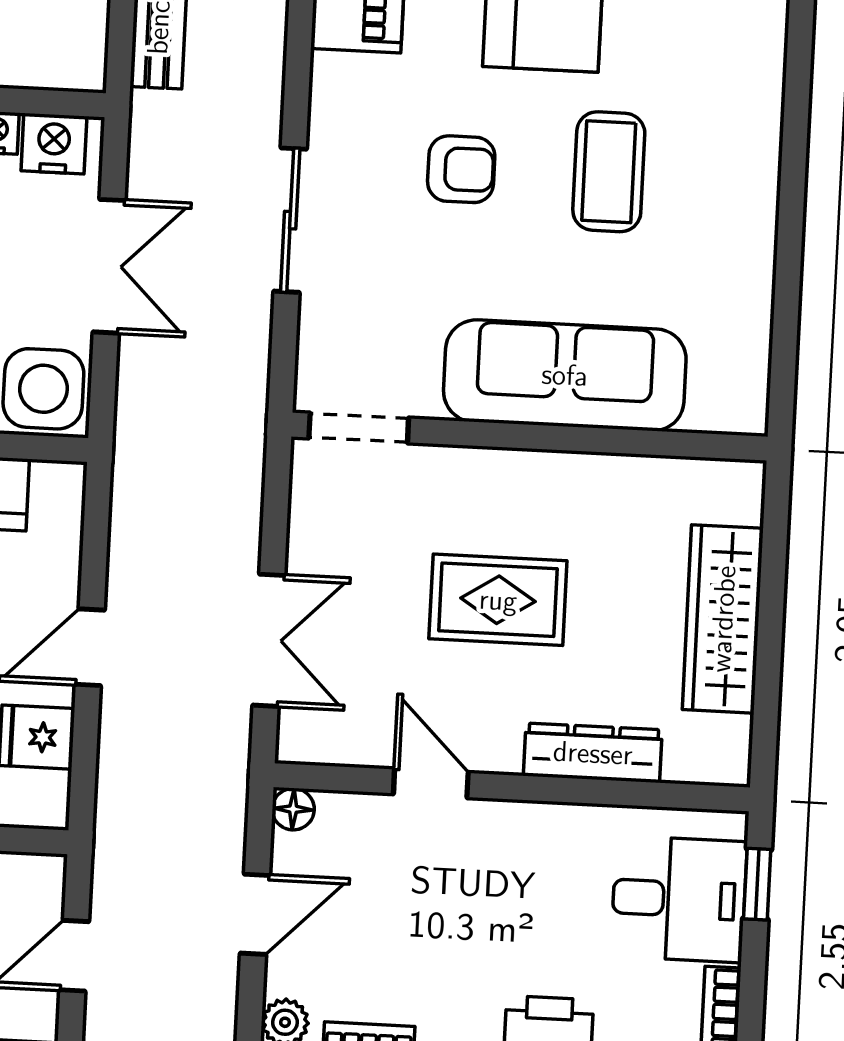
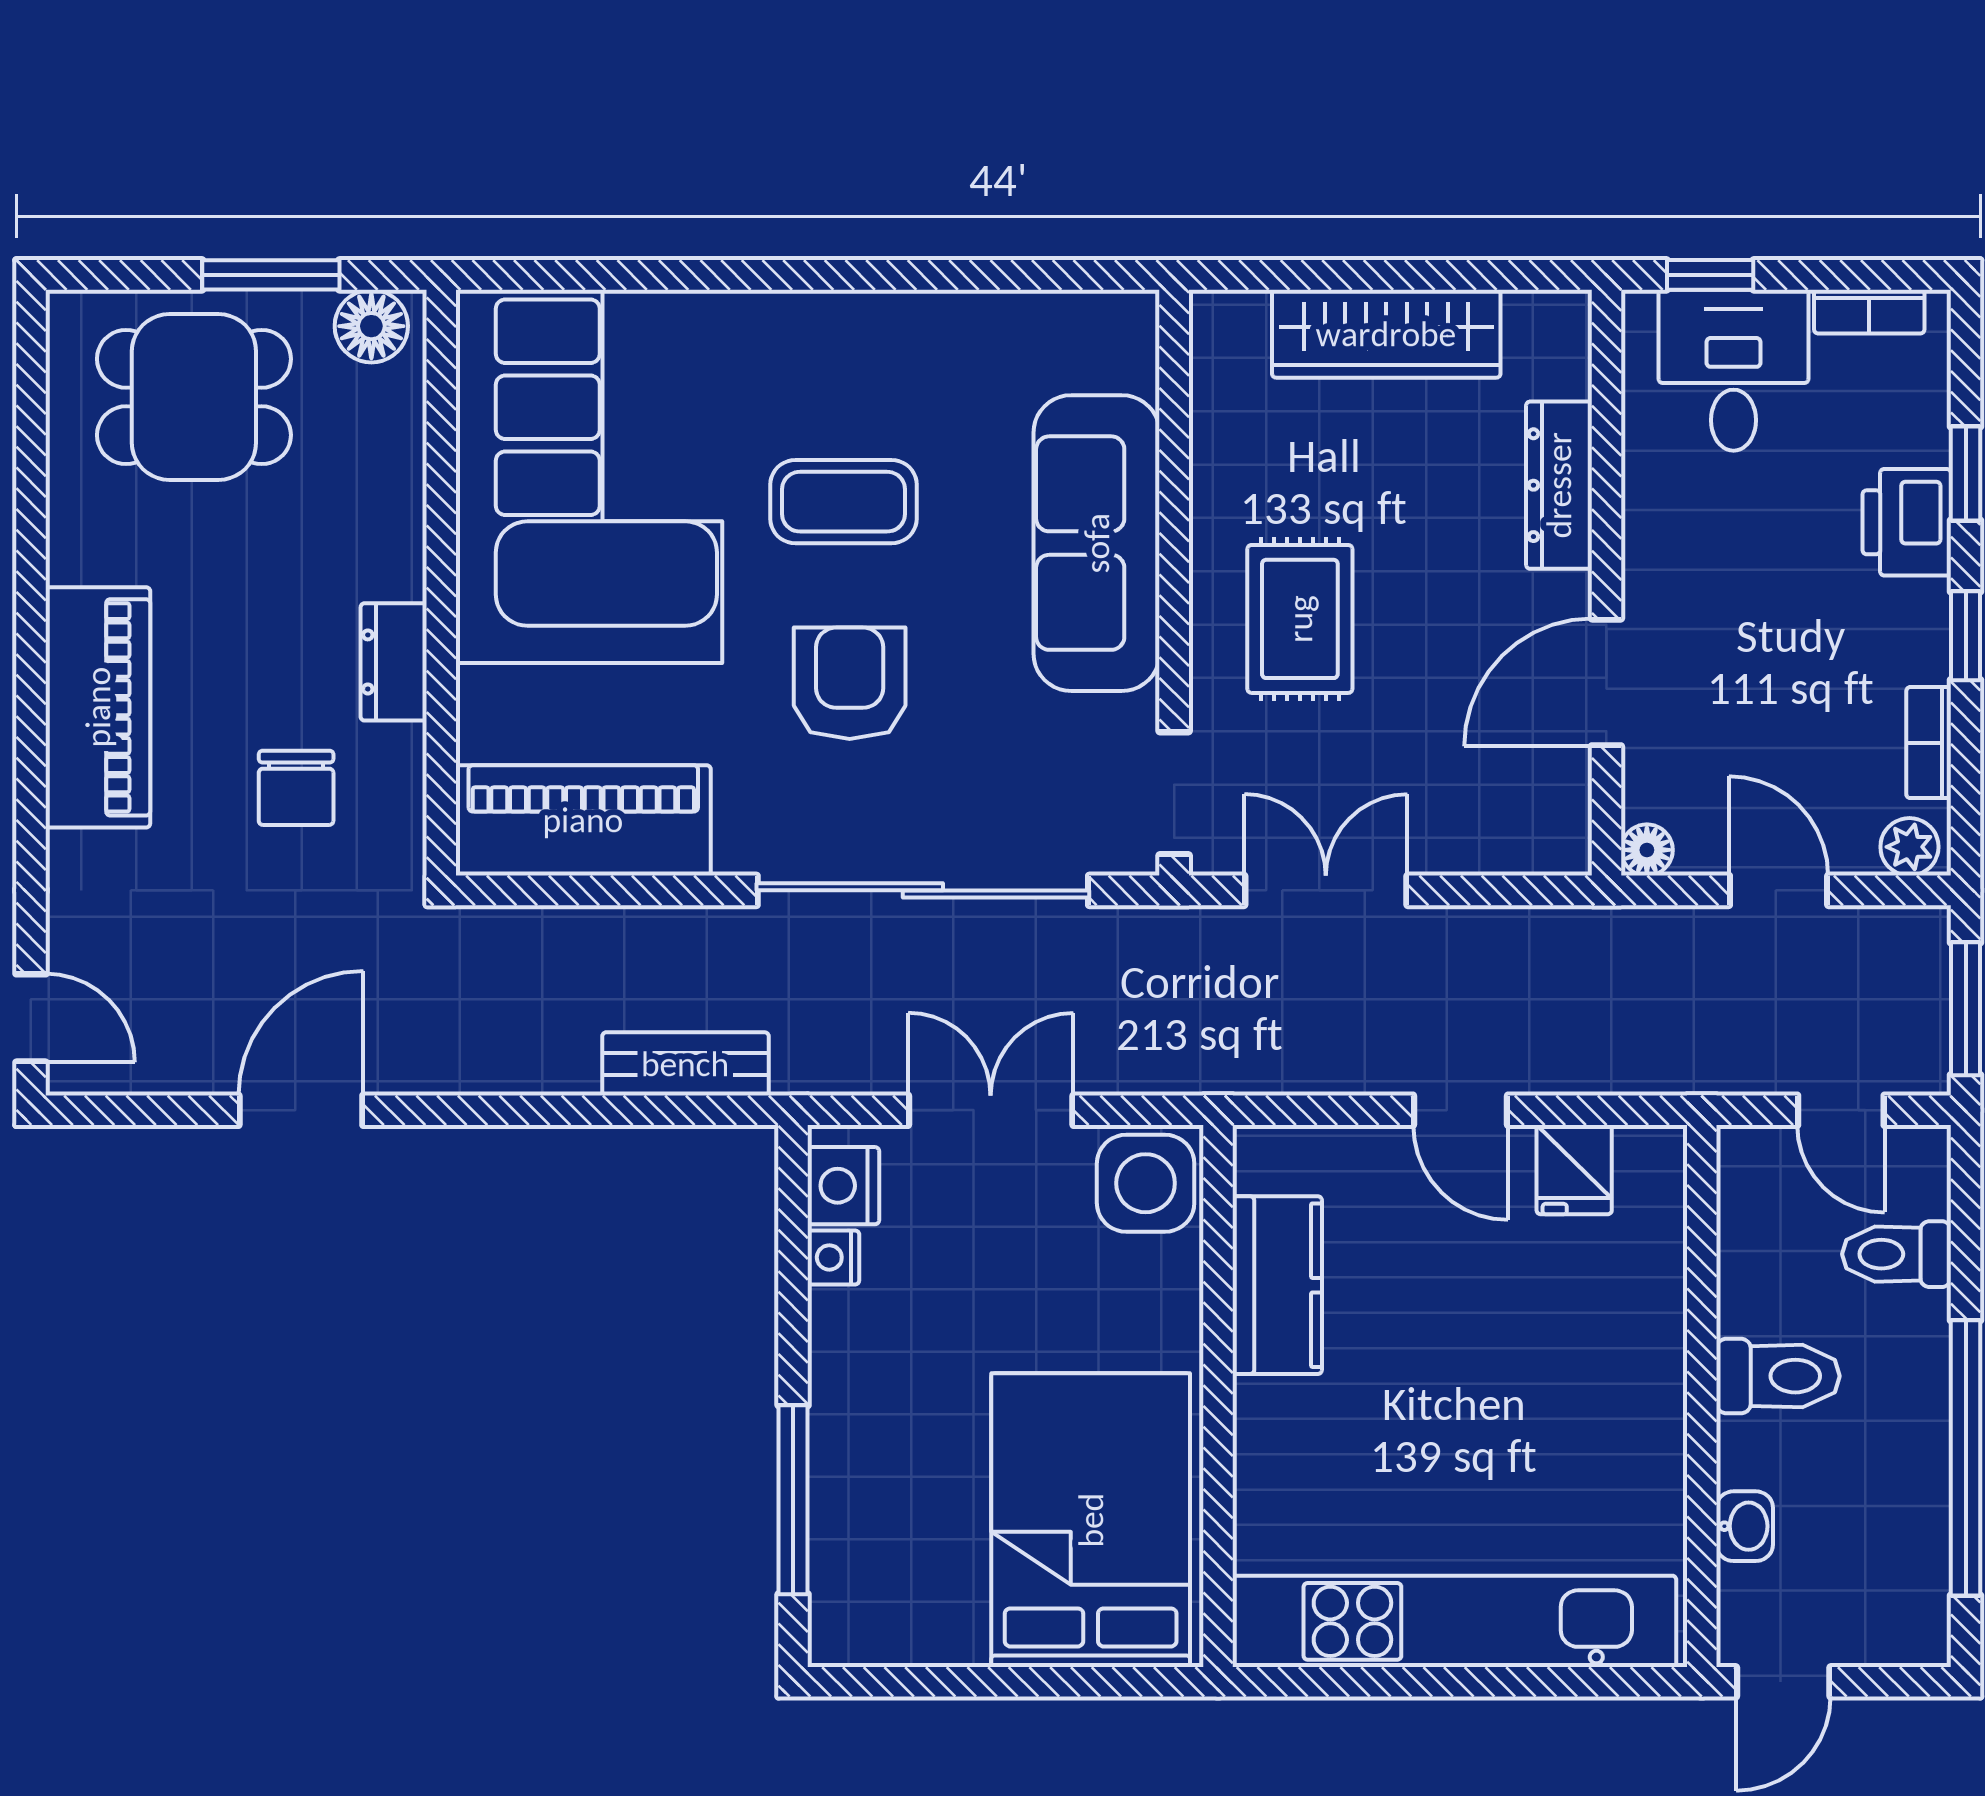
armchair: (461, 169) -> (850, 683), width x1.38, depth x1.38
sliding door: (290, 220) -> (923, 890), width x1.86
rug: (498, 600) -> (1300, 619), moved
double door: (269, 640) -> (1326, 890), moved
door: (431, 783) -> (1606, 682), width x1.38

